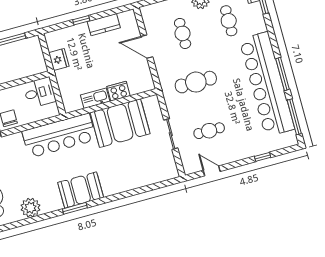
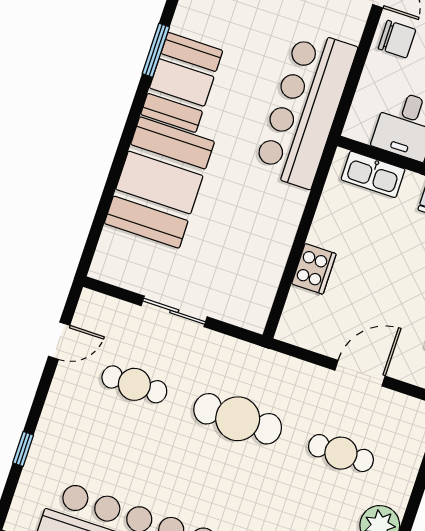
cafe table: (196, 82) -> (238, 419), turned 90
kitchen sink: (95, 98) -> (373, 174), moved, turned 90
booth: (120, 123) -> (159, 183), moved
cafe table: (209, 131) -> (134, 384), turned 90

